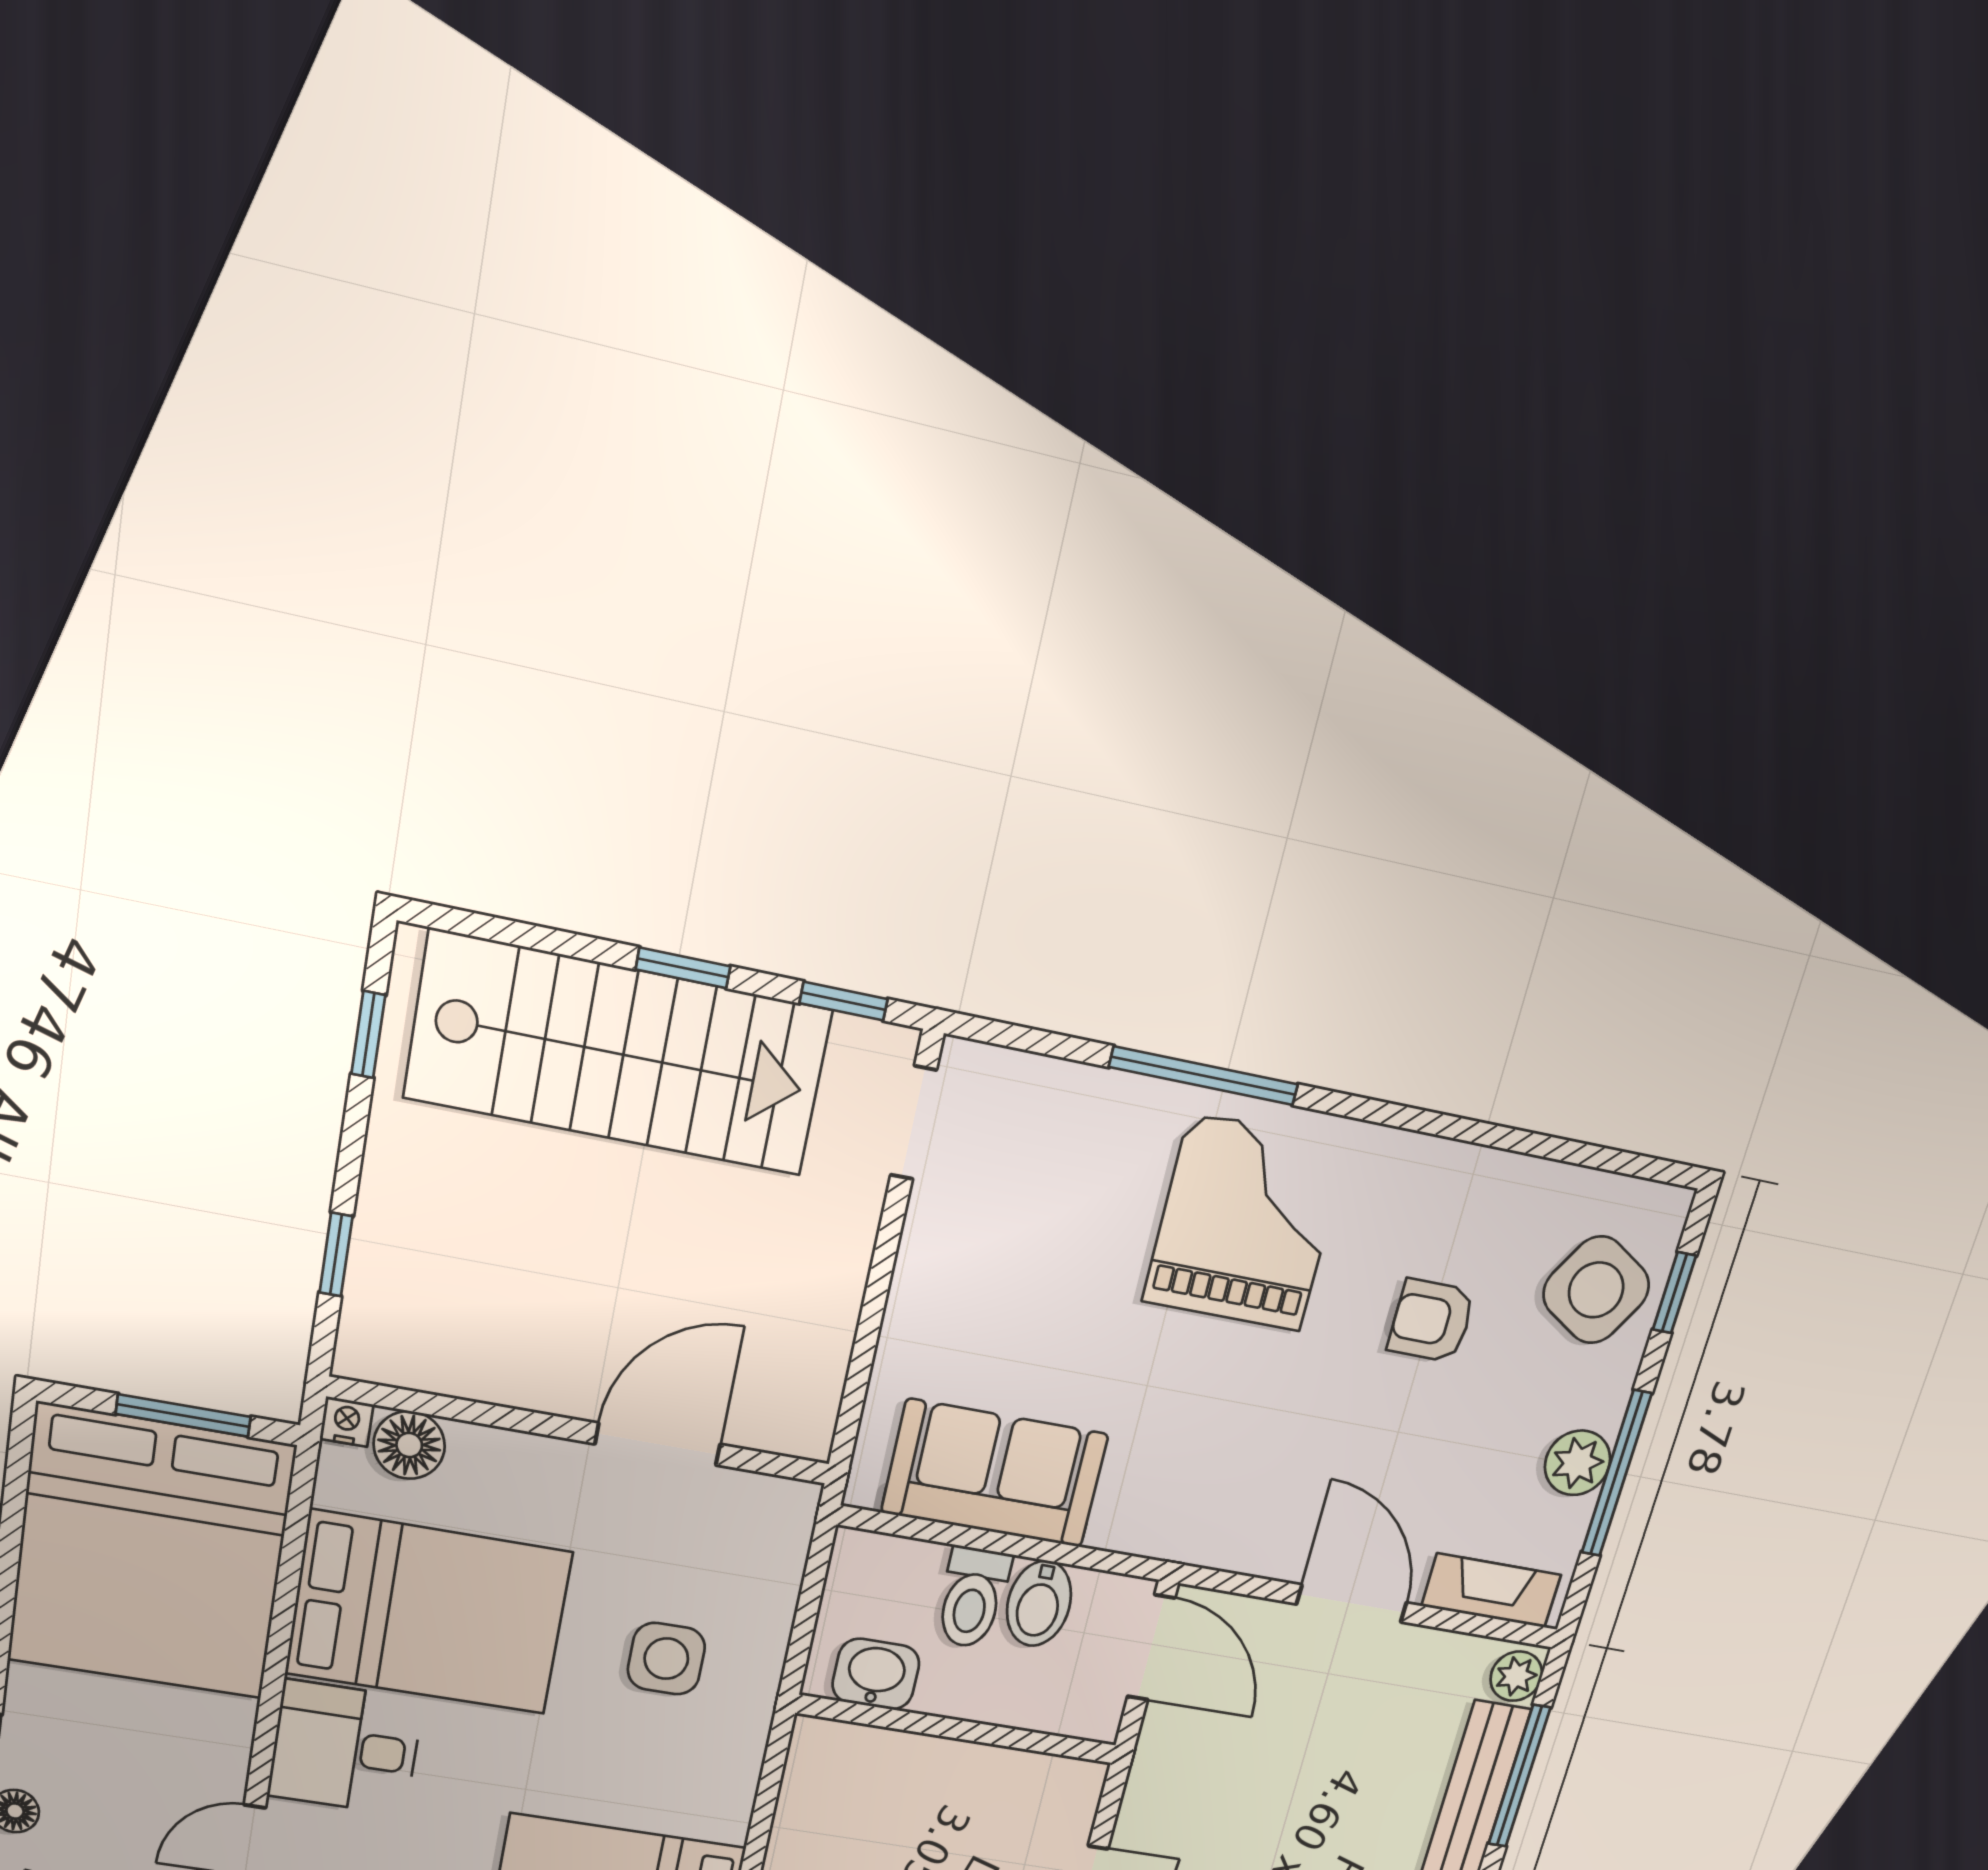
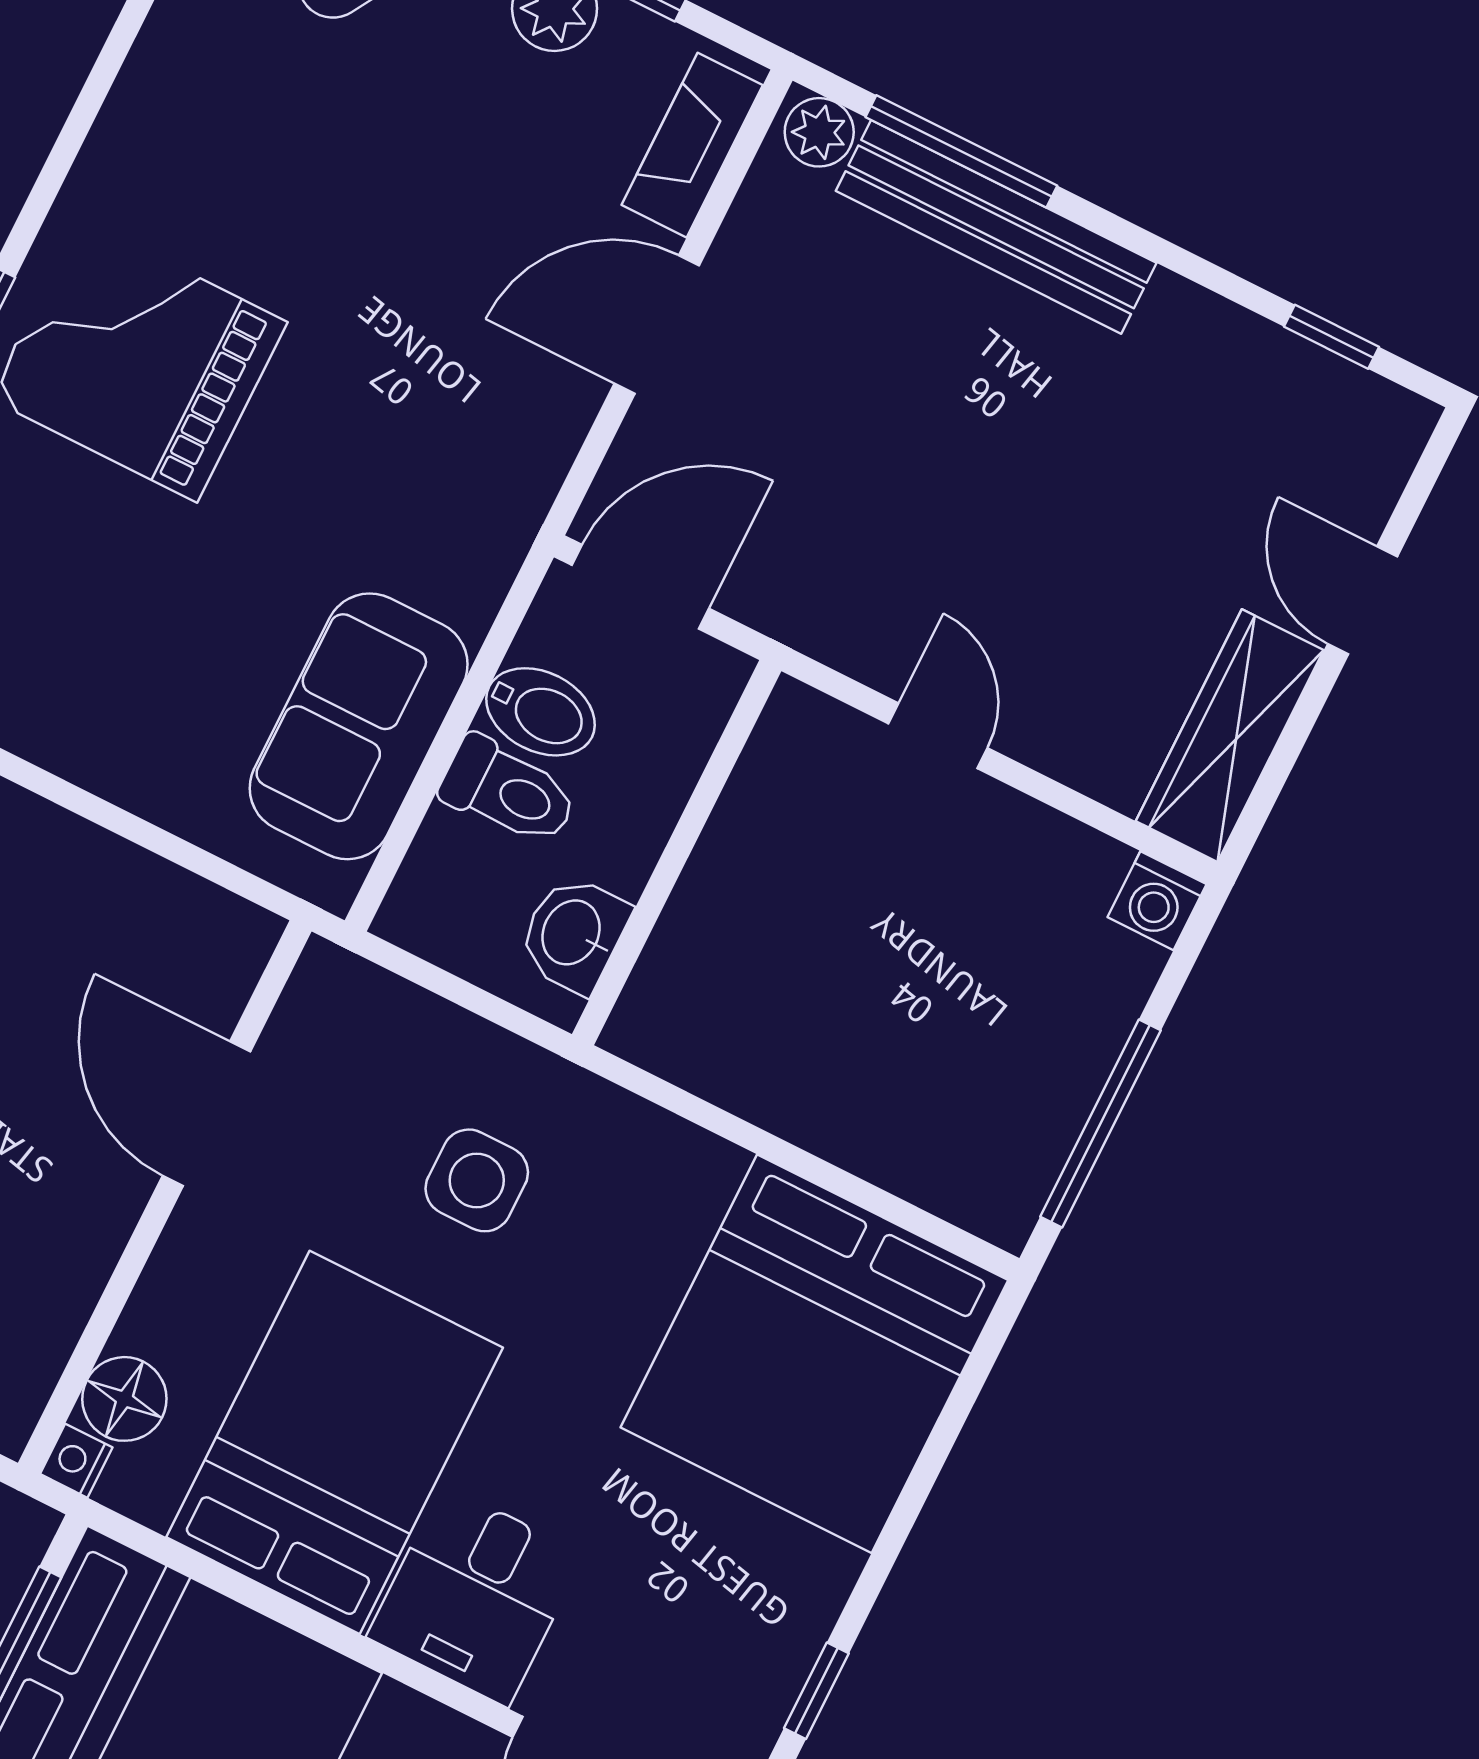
armchair: (1431, 1321) -> (321, 160), removed

